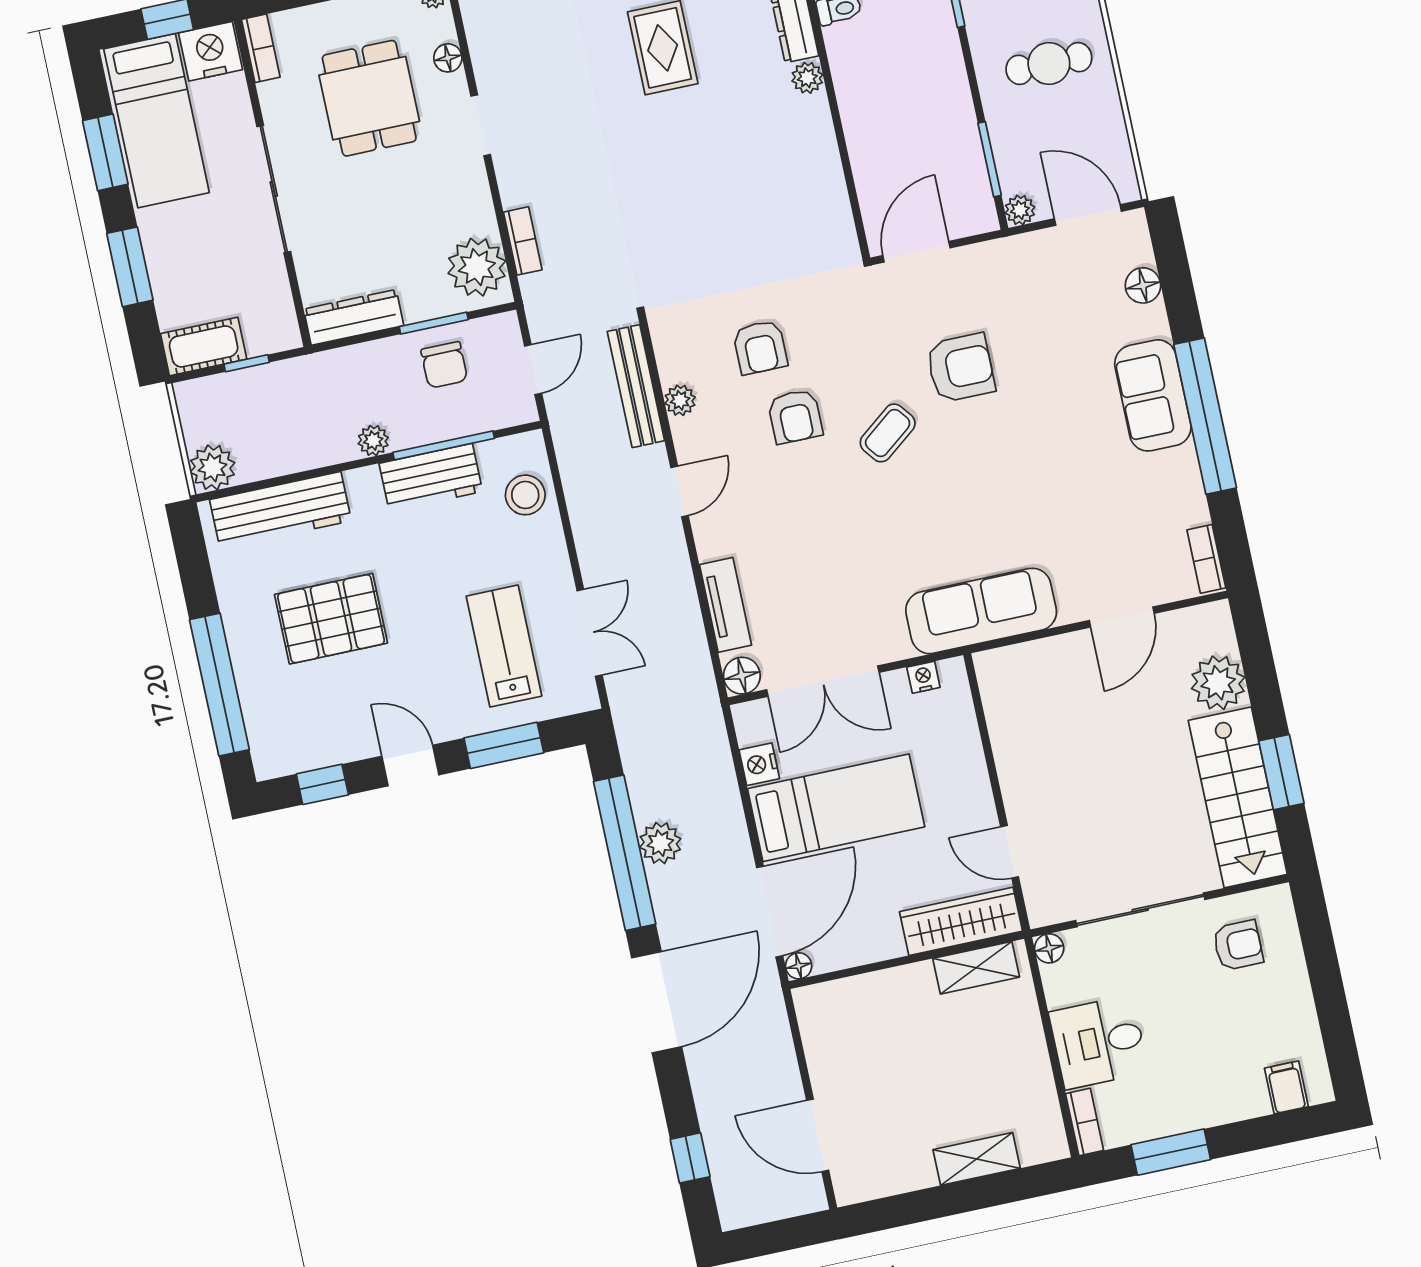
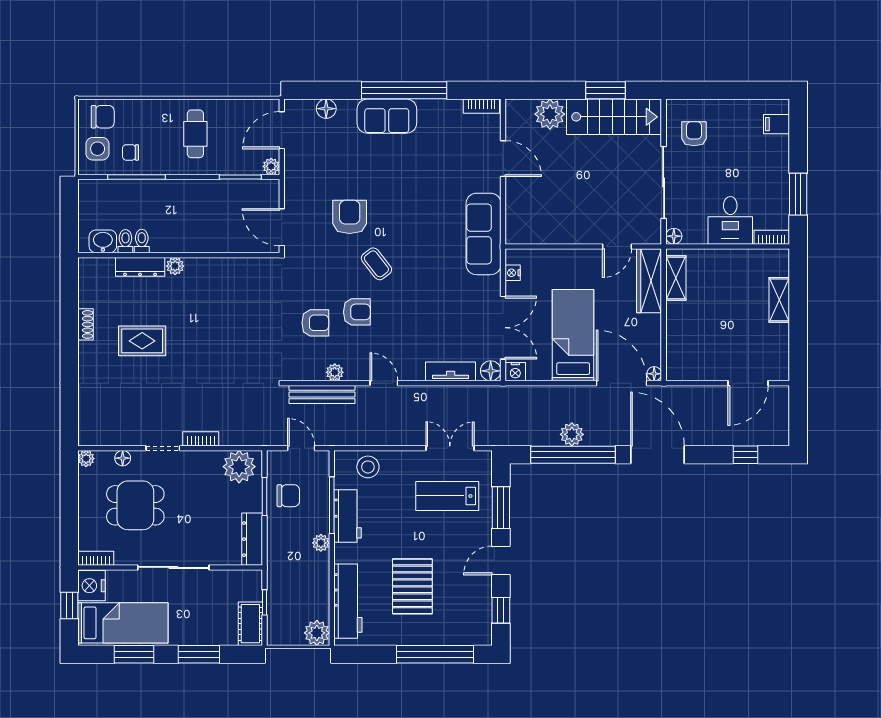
bookcase: (523, 241) -> (201, 439), moved
nightstand: (759, 764) -> (515, 372), moved

